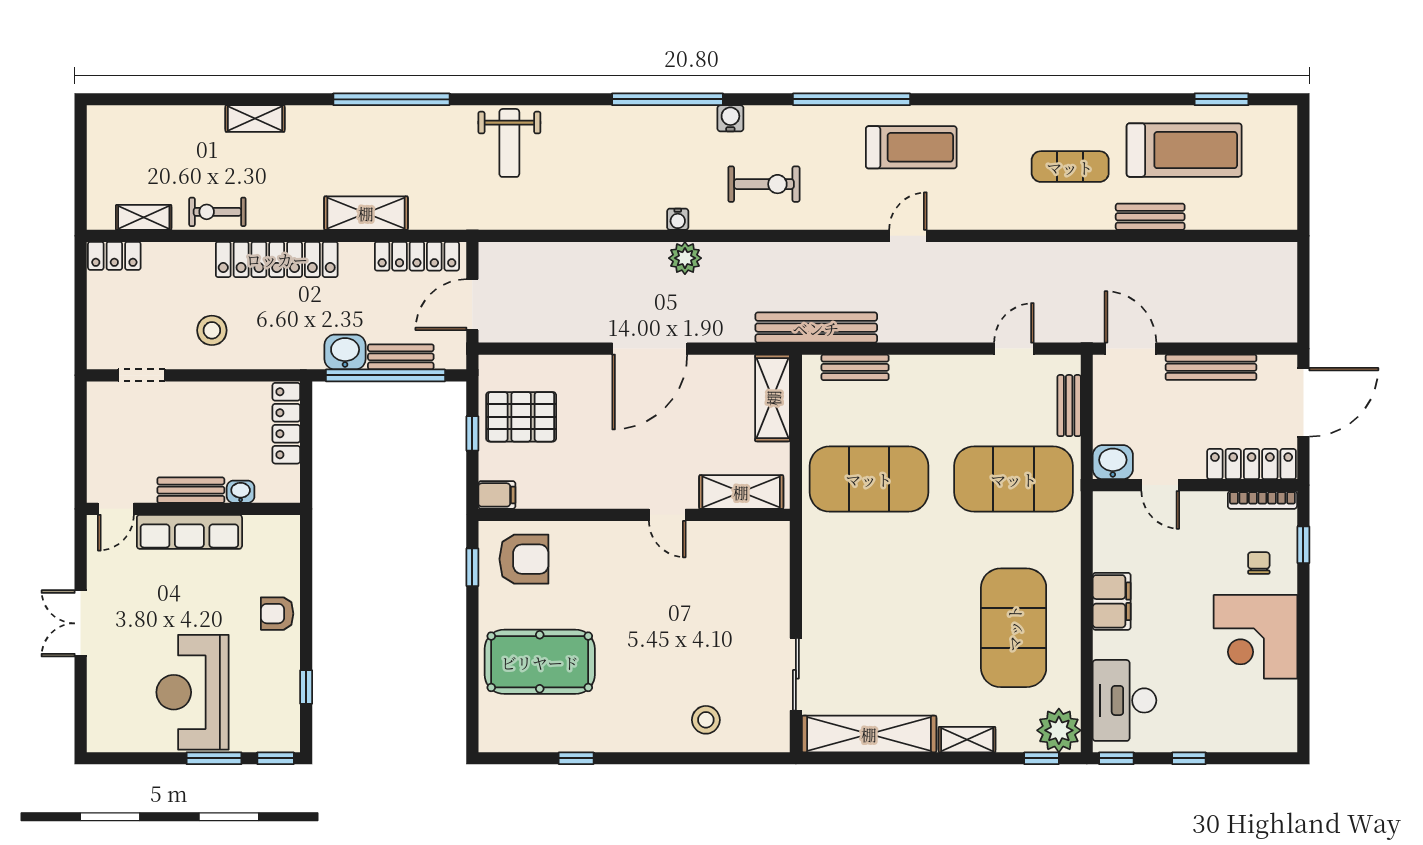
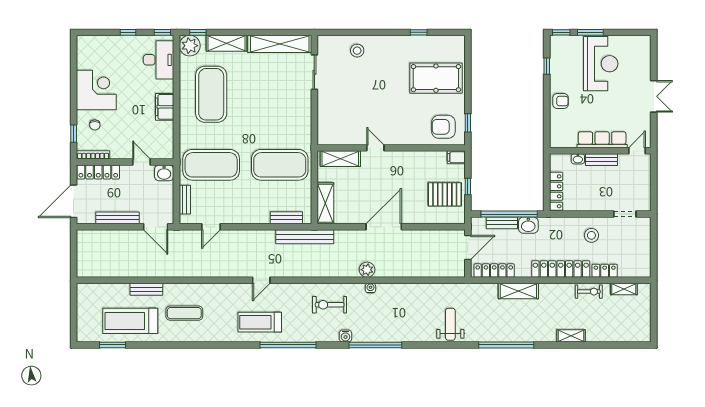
locker: (114, 256) -> (605, 271), moved
shelving: (967, 740) -> (227, 43), width x1.50, depth x1.33

